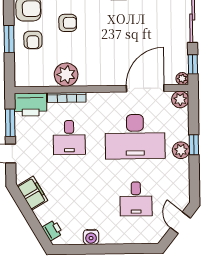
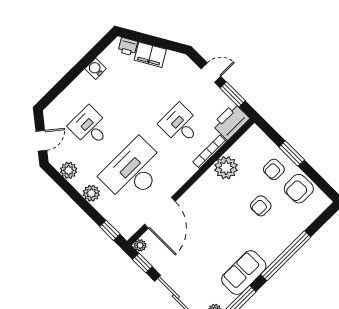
armchair: (33, 40) -> (274, 169), turned -90
plant: (180, 99) -> (69, 170), moved
window: (194, 145) -> (110, 230), moved
filing cabinet: (32, 193) -> (150, 55), moved
door: (180, 223) -> (41, 141), hinge flipped

